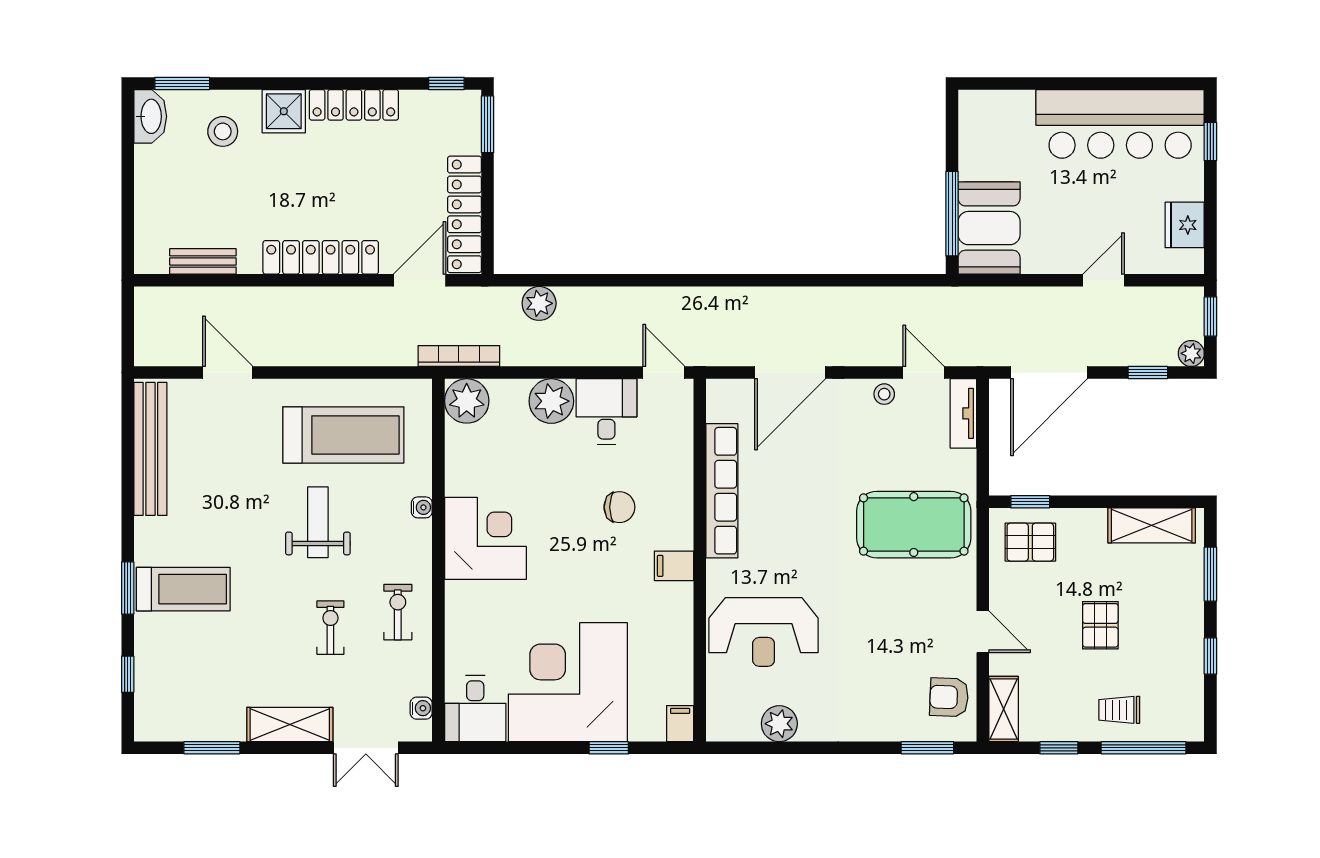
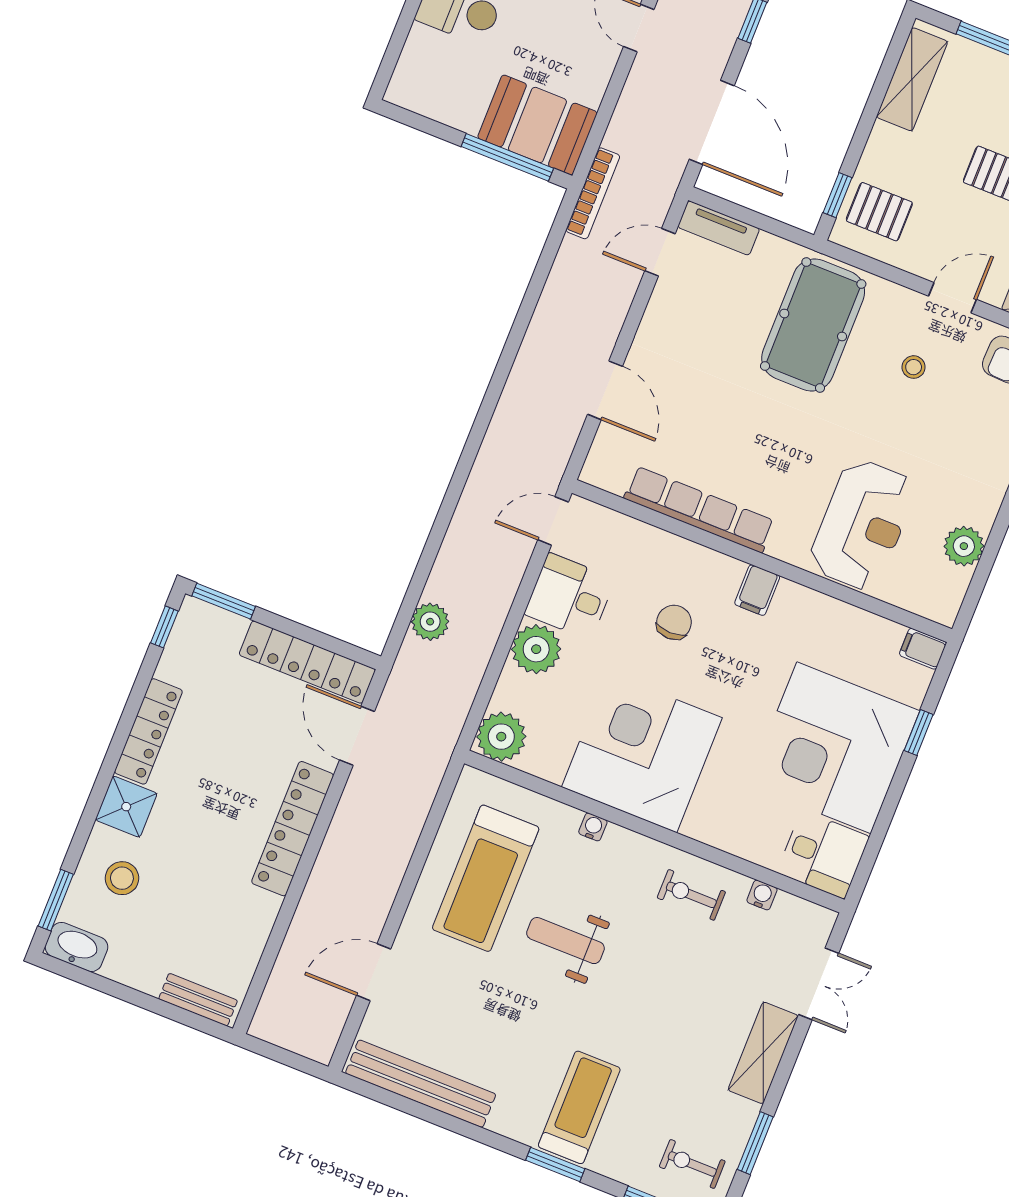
bench: (203, 261) -> (198, 1000), moved, turned 90
bookcase: (459, 356) -> (593, 193), moved, turned 180
door: (790, 373) -> (605, 390), width x0.73
stool: (884, 394) -> (914, 367), moved
treadmill: (343, 435) -> (486, 878), turned 180
corner desk: (485, 538) -> (642, 752), width x1.36, depth x1.36
pallet: (1030, 542) -> (879, 212), turned 90
exercise bike: (330, 628) -> (692, 1164), moved
water cooler: (421, 708) -> (762, 895), moved

